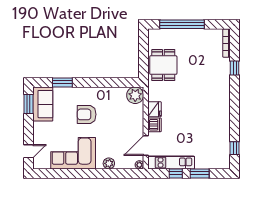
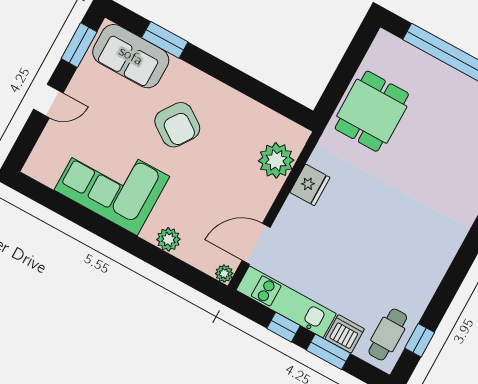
plant: (135, 95) -> (276, 160), moved
sofa: (43, 104) -> (131, 56), moved, turned 90
armchair: (87, 114) -> (177, 125), turned -145
dishwasher: (155, 125) -> (345, 334), moved, turned -90
door: (28, 151) -> (48, 101), moved
cafe table: (220, 153) -> (388, 334), added

